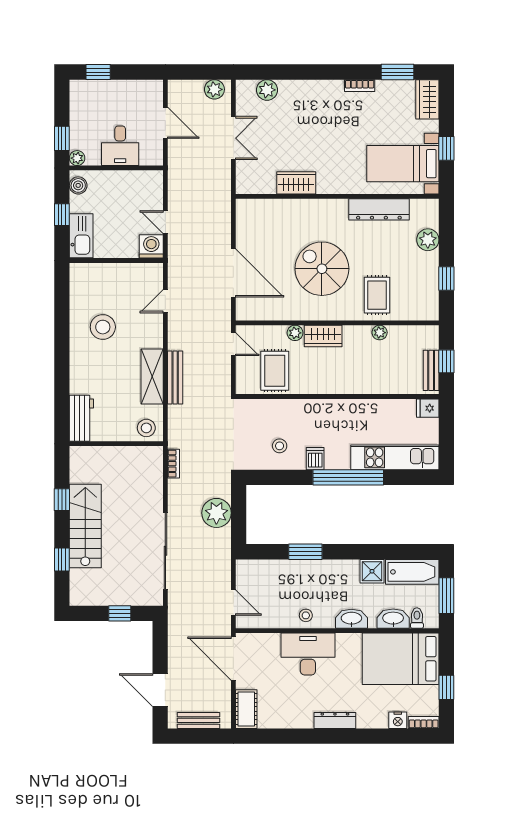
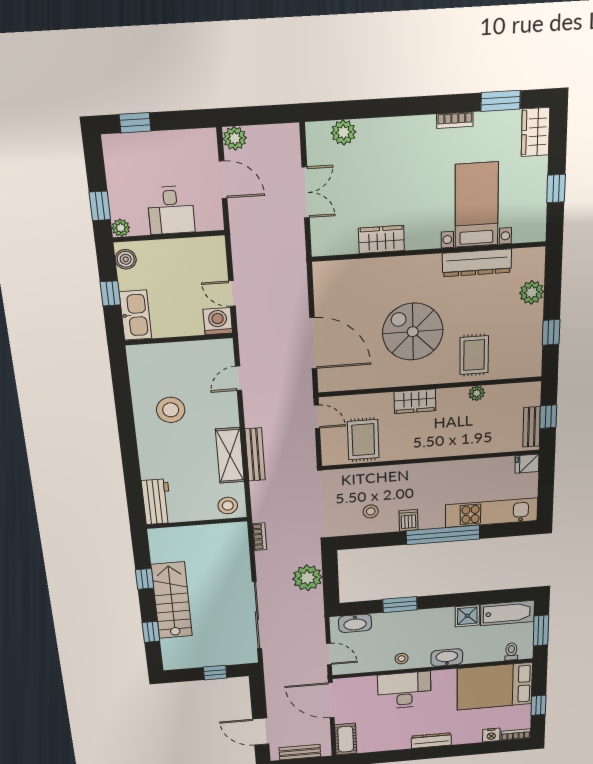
plant: (214, 89) -> (235, 138), moved
bed with nightstands: (403, 164) -> (477, 205), moved, turned 90
plant: (295, 333) -> (384, 400), removed
washbasin: (393, 619) -> (355, 623), moved, turned 180

